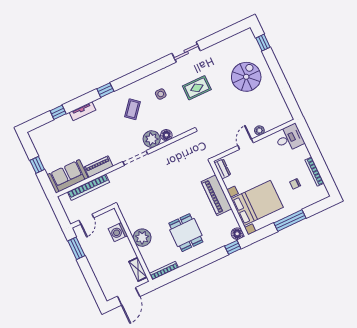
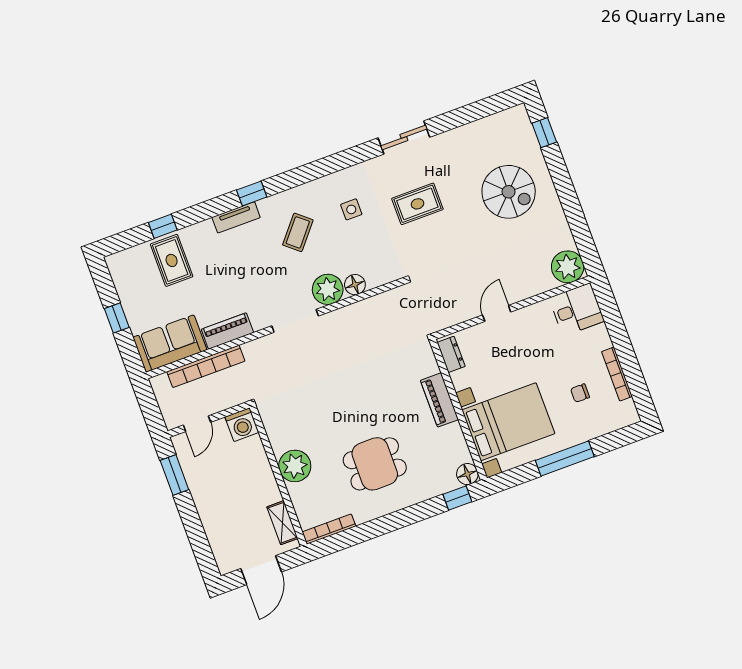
spiral stairs: (246, 77) -> (509, 192), turned 90
tv unit: (82, 111) -> (236, 217), moved
plant: (259, 130) -> (568, 267), moved, width x1.88, depth x1.88
rug: (65, 131) -> (172, 260), added
piano: (216, 195) -> (439, 400), width x0.73, depth x0.75
washing machine: (118, 232) -> (242, 425), moved, turned -90
dining table: (186, 233) -> (375, 464), turned 90

